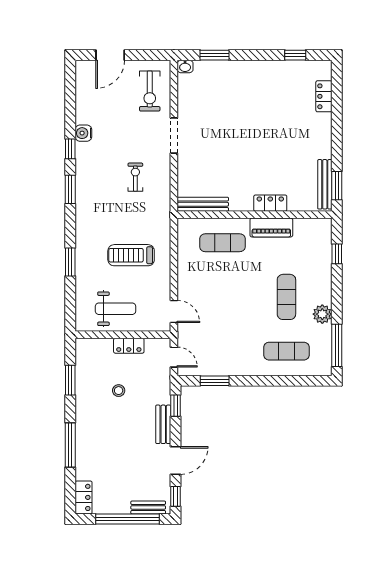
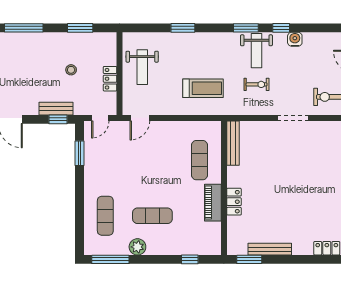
weight bench: (97, 177) -> (256, 51), added
bench: (325, 184) -> (270, 249), moved
treadmill: (131, 255) -> (203, 88), moved, turned 90
bench: (163, 424) -> (56, 109), moved

